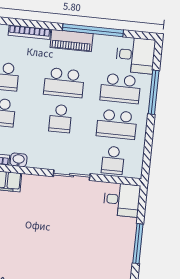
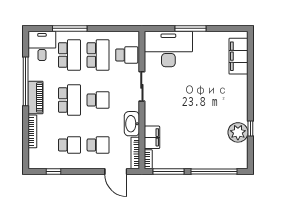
washbasin: (19, 160) -> (132, 124), width x1.91, depth x1.45
desk: (122, 200) -> (168, 49), width x1.87, depth x1.30

